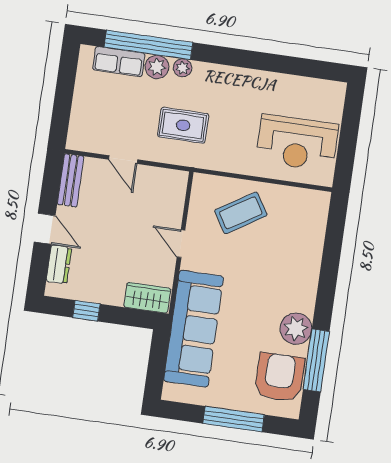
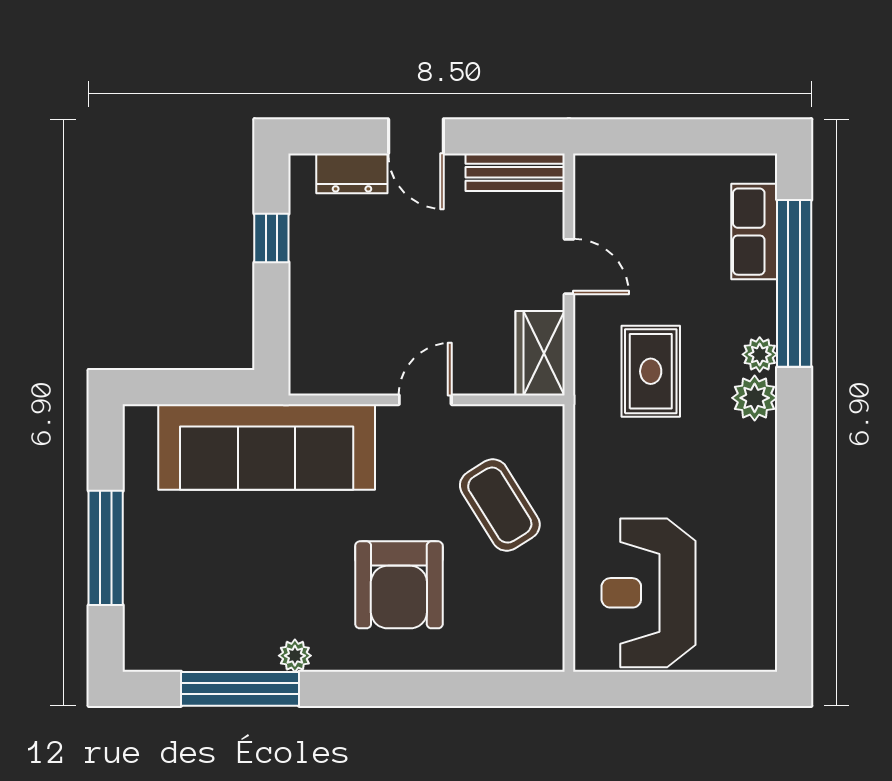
plant: (157, 67) -> (755, 398), moved
door: (123, 160) -> (569, 267), swing flipped
door: (45, 229) -> (416, 136), hinge flipped
wardrobe: (147, 298) -> (540, 353), moved, turned 180
plant: (296, 329) -> (295, 656), width x0.53, depth x0.53
armchair: (279, 377) -> (399, 585), moved, turned 90

